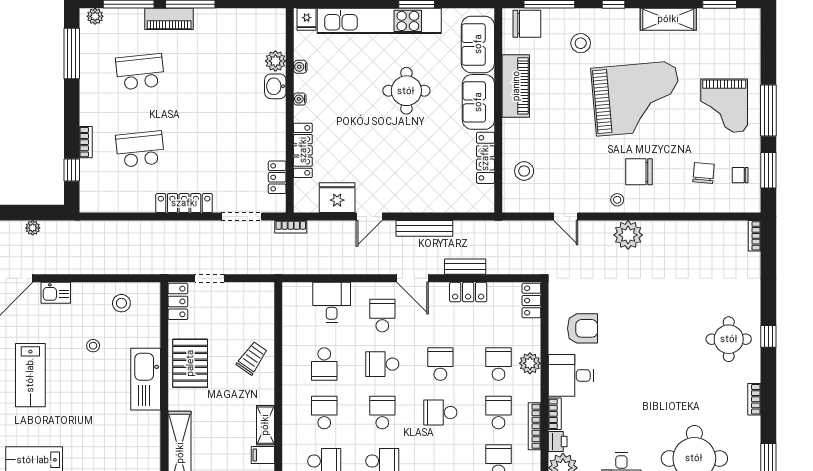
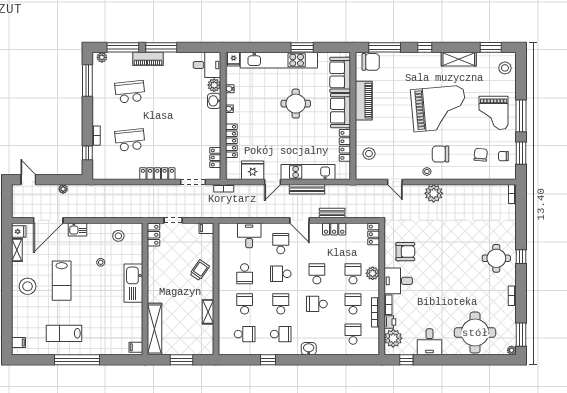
desk: (264, 29) -> (207, 65), added
stool: (581, 43) -> (505, 68), moved
kitchen unit: (426, 201) -> (308, 172), added
pallet: (190, 363) -> (161, 273), removed
filing cabinet: (263, 455) -> (206, 228), moved

